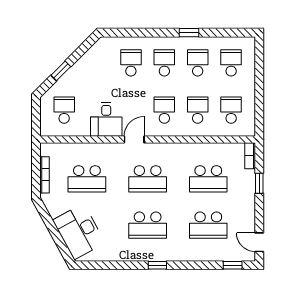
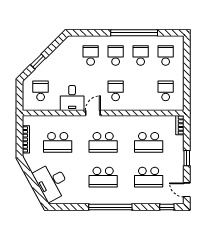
window: (189, 33) -> (134, 33), width x3.17
school desk: (198, 110) -> (141, 91), removed
window: (259, 183) -> (187, 158), moved
window: (157, 265) -> (110, 207), width x3.17

